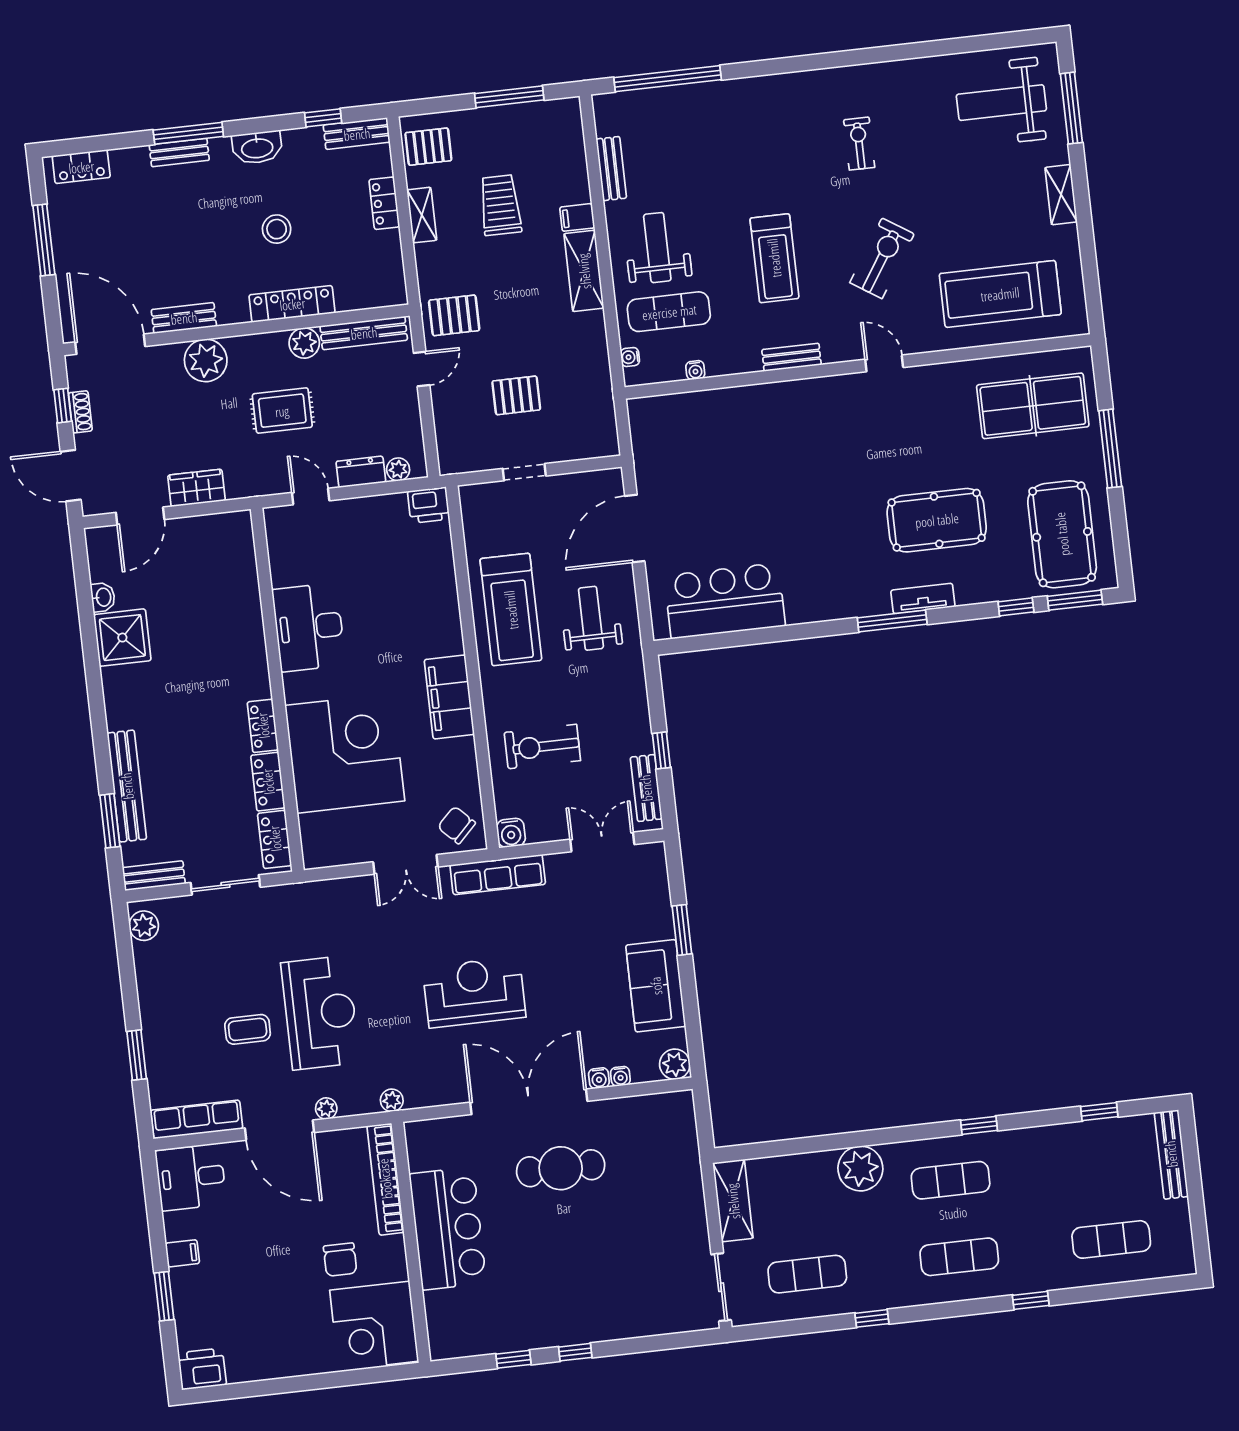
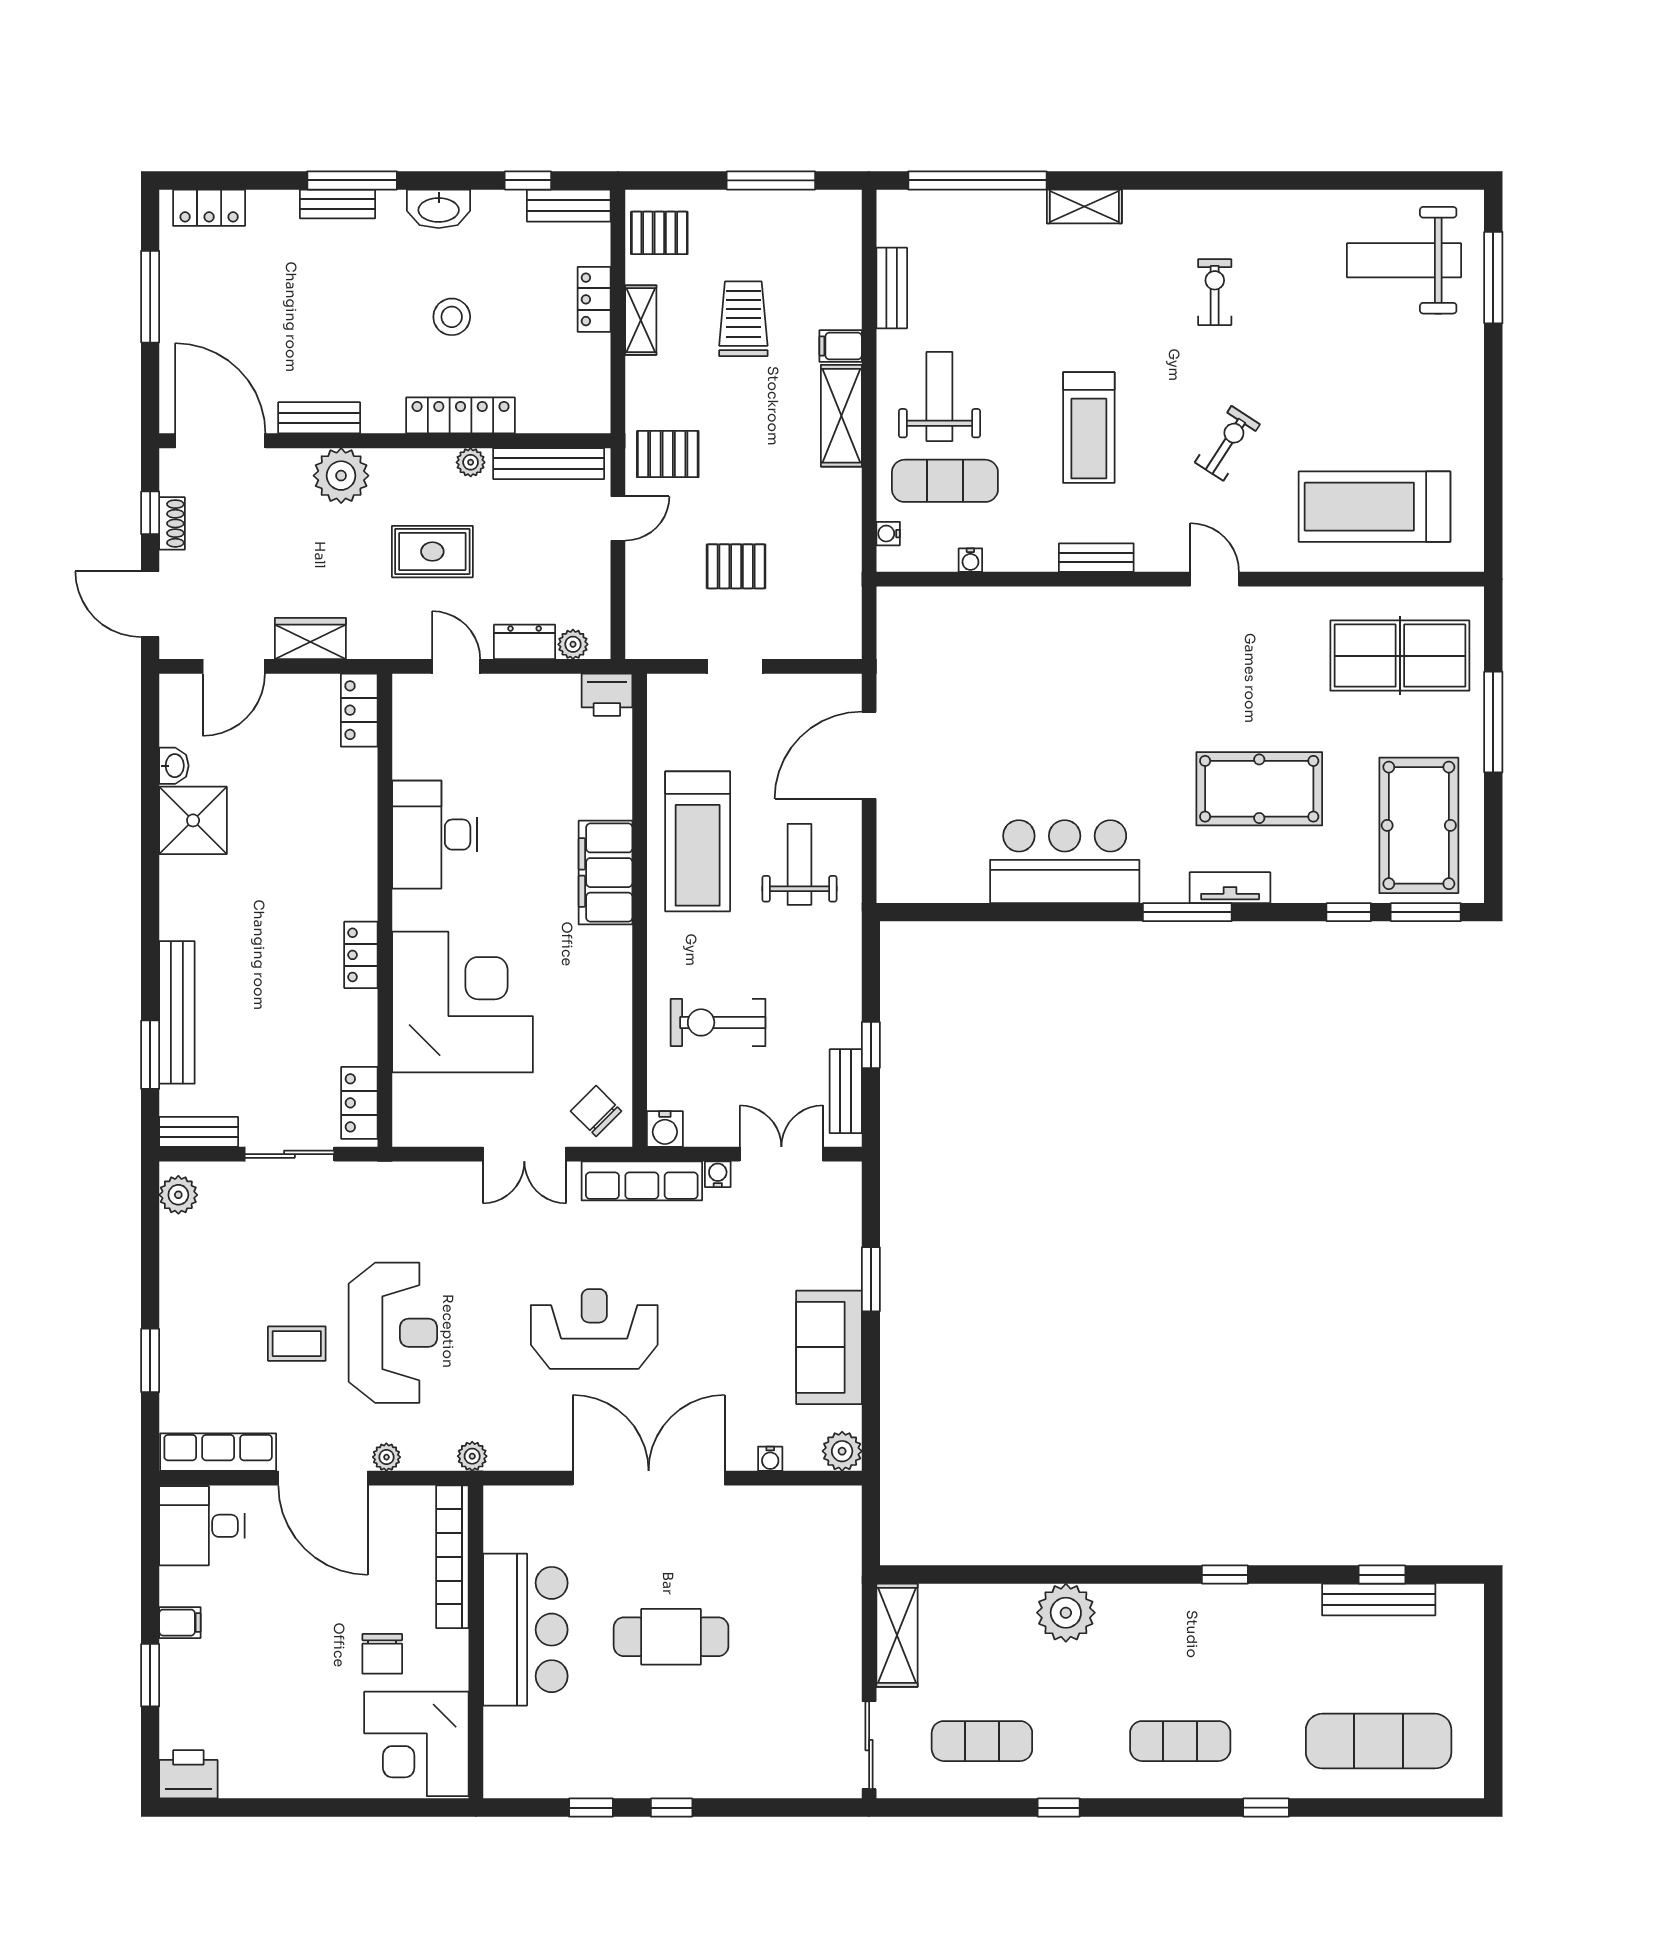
shelving: (1061, 195) -> (1084, 206), moved, turned 90
exercise bike: (882, 258) -> (1227, 443), width x0.73, depth x0.72
plant: (304, 343) -> (471, 462), width x0.73, depth x0.73
bar counter: (725, 601) -> (1065, 862), moved
filing cabinet: (449, 697) -> (606, 873), moved
locker: (268, 782) -> (359, 710), moved
water cooler: (599, 1078) -> (718, 1174), moved, turned 180
bench: (1171, 1154) -> (1379, 1600), moved, turned 90
cafe table: (561, 1168) -> (671, 1637), moved
exercise mat: (951, 1180) -> (1180, 1641), removed
exercise mat: (1111, 1239) -> (1379, 1741), width x1.36, depth x1.45

